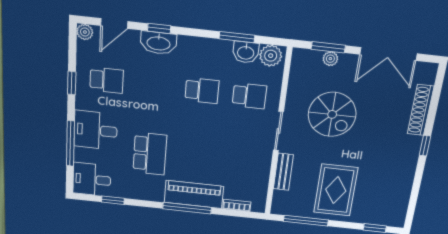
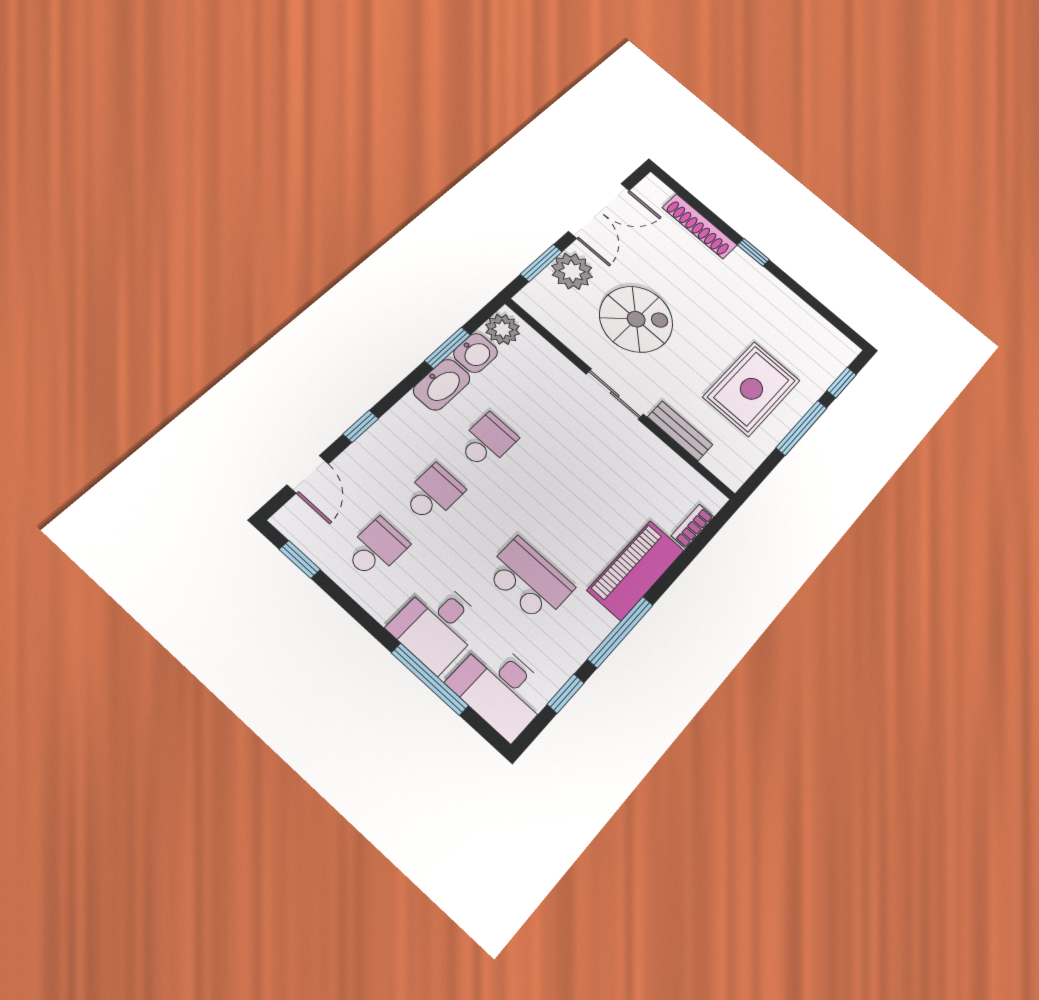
plant: (85, 32) -> (287, 520), removed
washbasin: (158, 43) -> (442, 385), moved
plant: (330, 59) -> (572, 271), width x1.88, depth x1.88
window: (72, 83) -> (300, 559), moved
school desk: (249, 96) -> (433, 494), moved
desk: (92, 179) -> (500, 688), width x1.37
rug: (336, 190) -> (752, 389), turned 90
window: (187, 208) -> (620, 632), moved
window: (306, 221) -> (802, 428), moved

